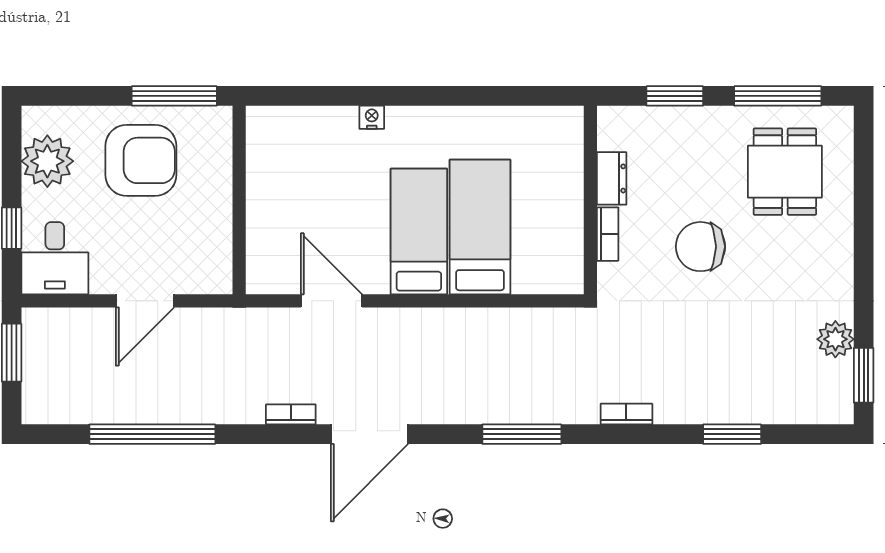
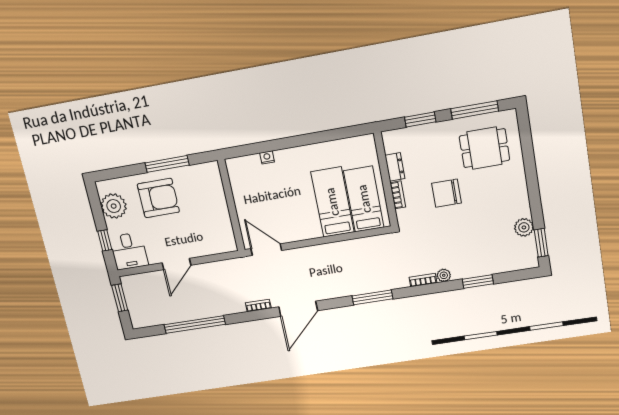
dining table: (785, 172) -> (484, 148), turned 90
wall: (239, 200) -> (231, 205), moved
bed: (419, 231) -> (364, 199), moved
plant: (668, 411) -> (444, 275), added

